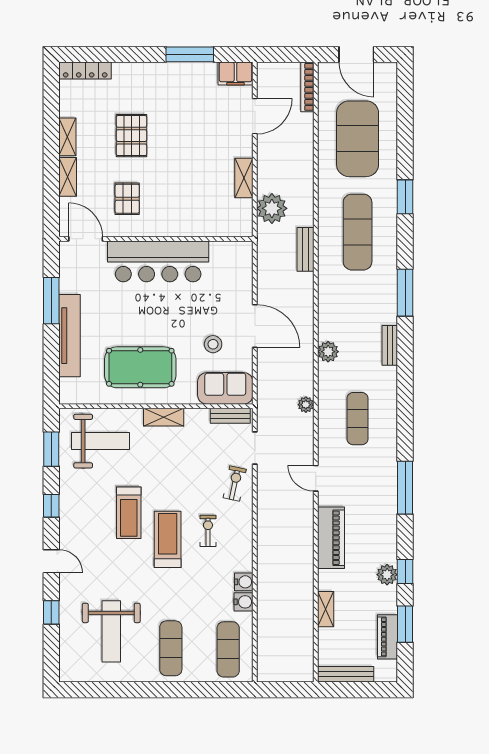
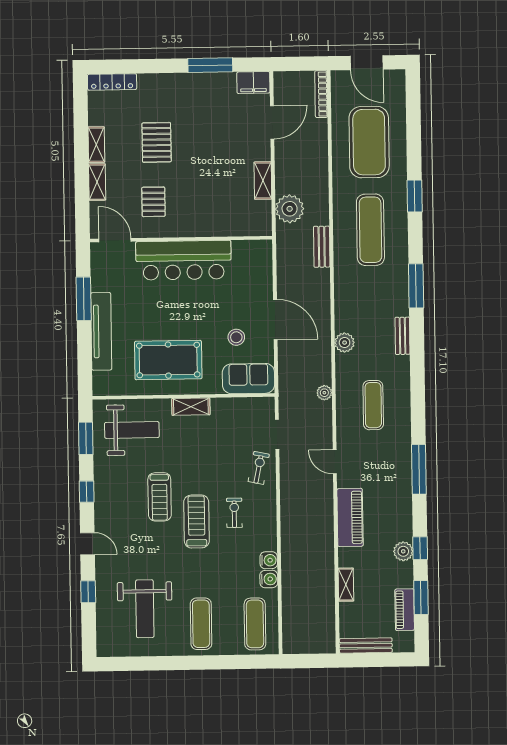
bench: (230, 416) -> (253, 404), removed

